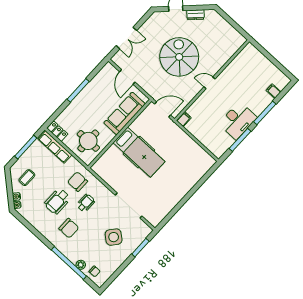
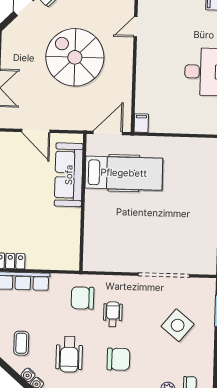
door: (209, 83) -> (135, 27), moved
round table: (88, 141) -> (55, 241), removed
hospital bed: (139, 152) -> (124, 173), moved
wheelchair: (57, 201) -> (69, 354), moved

